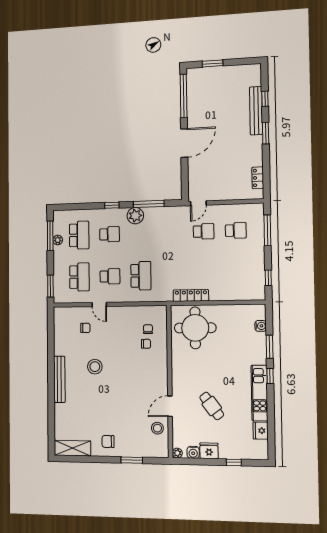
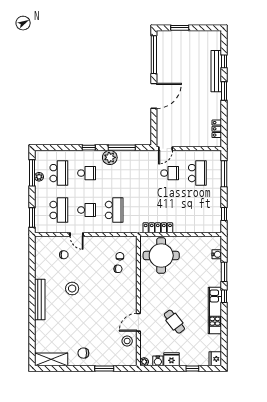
school desk: (236, 230) -> (197, 173), width x1.85
fridge: (261, 431) -> (215, 359), moved

